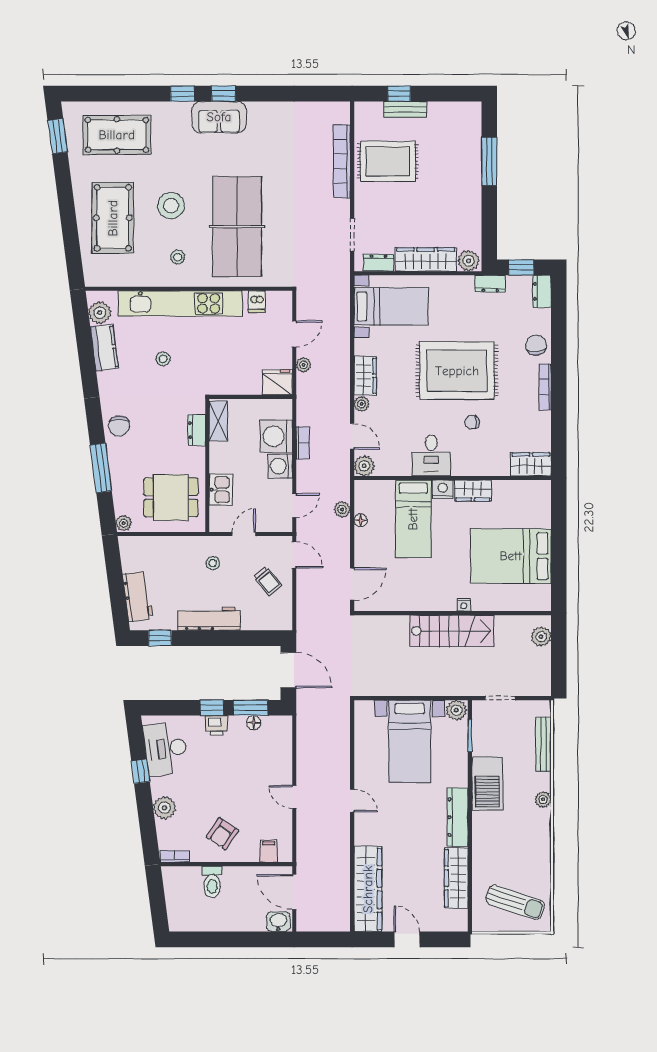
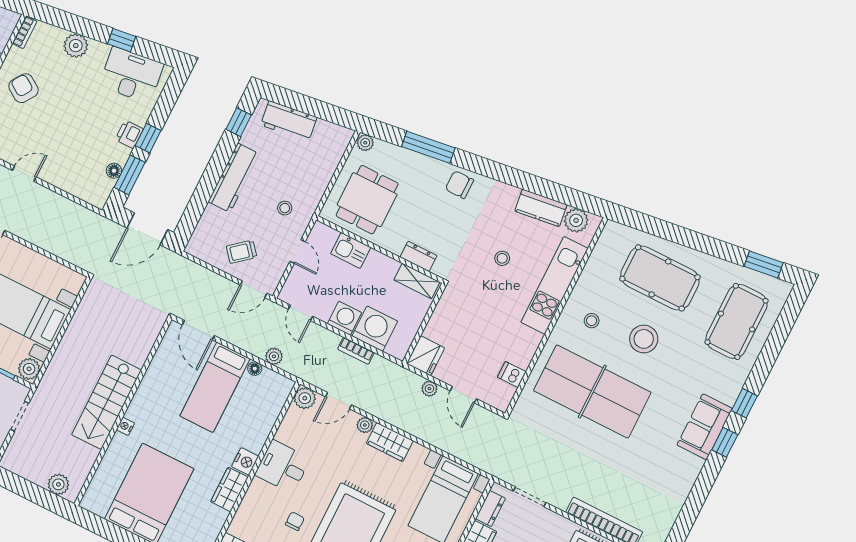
kitchen unit: (180, 303) -> (554, 285), width x0.73
bed: (413, 519) -> (215, 387), moved, turned -90

